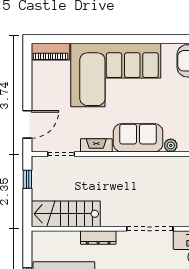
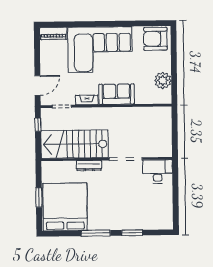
plant: (171, 145) -> (140, 99), removed
stairs: (66, 214) -> (75, 144), width x1.36, depth x1.51

